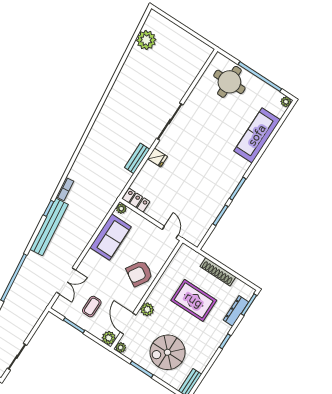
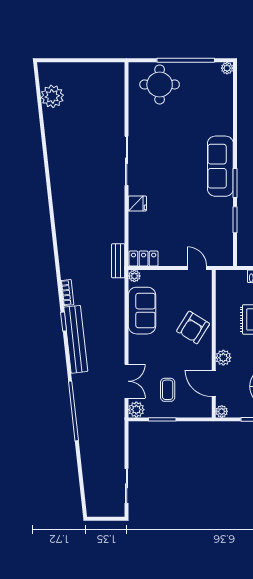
sofa: (257, 135) -> (220, 166), moved
bench: (137, 158) -> (118, 261), moved
plant: (109, 338) -> (136, 410), moved

